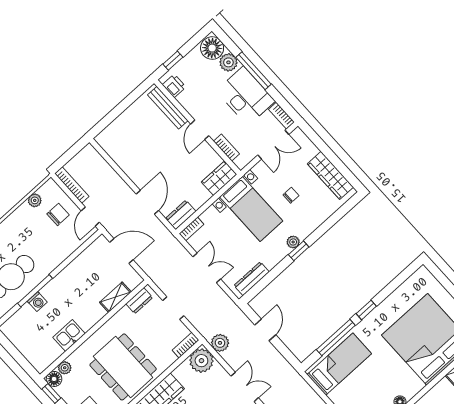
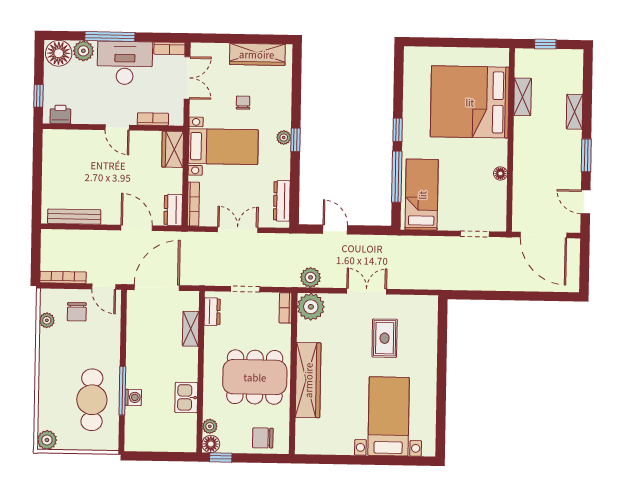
bench: (168, 108) -> (74, 217), moved
chair: (58, 214) -> (77, 312), turned 180
bookcase: (191, 229) -> (193, 204), width x1.56
door: (121, 251) -> (157, 288), width x1.36

